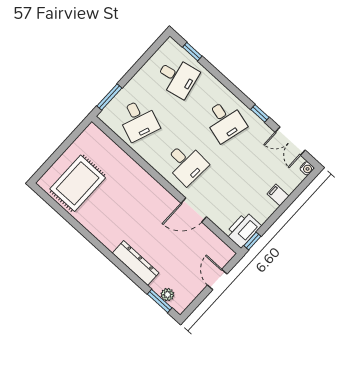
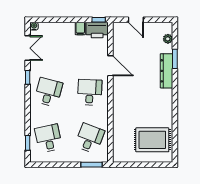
filing cabinet: (278, 195) -> (80, 29), moved
door: (217, 280) -> (136, 20), hinge flipped
window: (160, 301) -> (175, 59), moved

